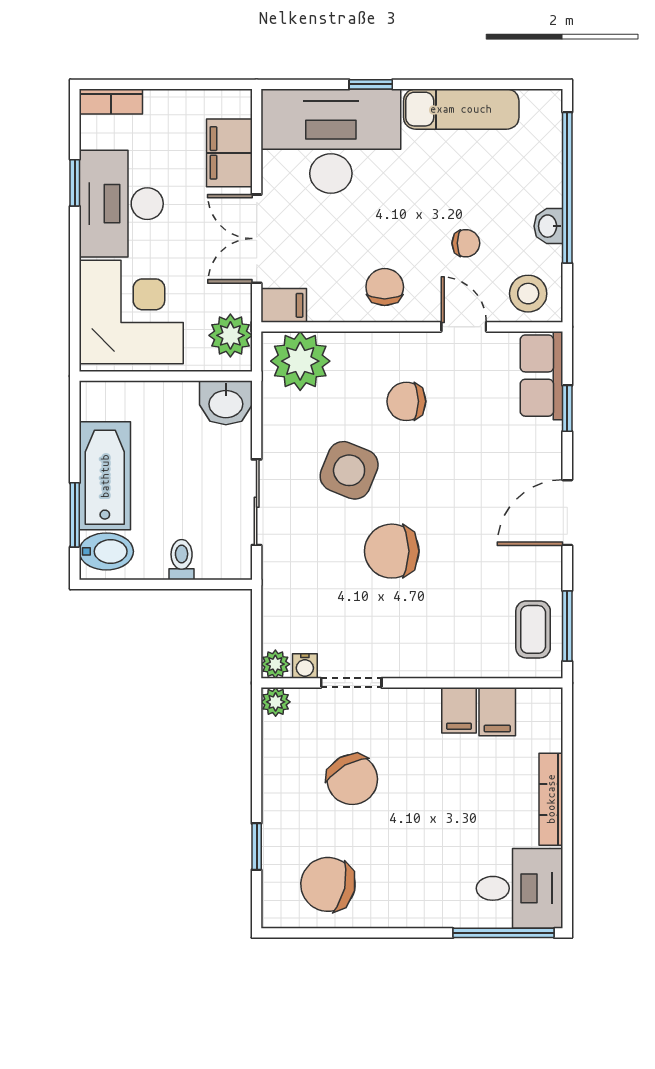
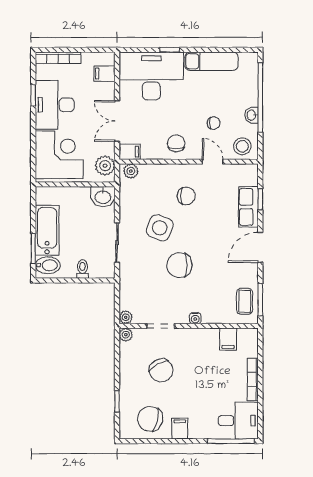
bookcase: (111, 102) -> (58, 58), width x1.56
filing cabinet: (229, 153) -> (105, 74), width x0.50
plant: (300, 361) -> (131, 171), width x0.53, depth x0.53
row of seats: (542, 376) -> (248, 207), moved
chair: (406, 401) -> (186, 196), turned 180
water cooler: (305, 666) -> (195, 318), moved
filing cabinet: (459, 710) -> (180, 429), moved, turned 180

